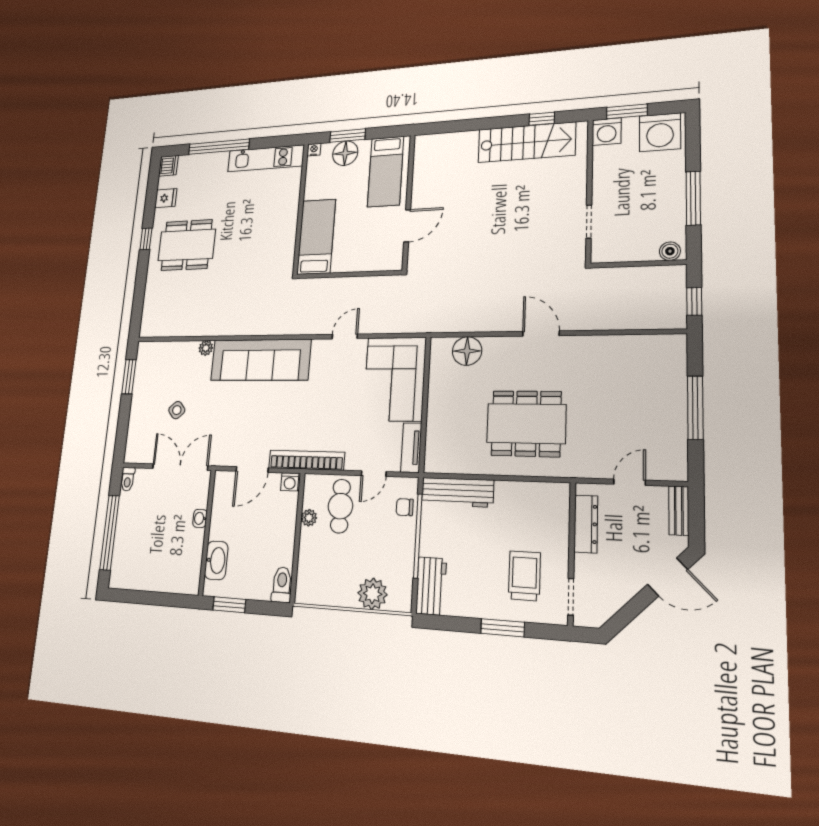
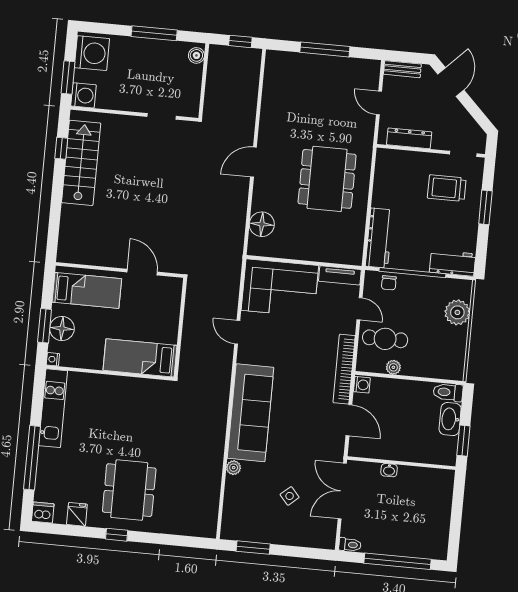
washbasin: (216, 560) -> (450, 419), moved, turned -90

